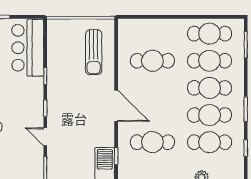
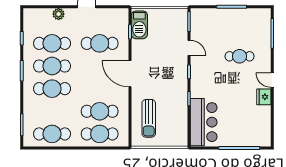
sun lounger: (94, 52) -> (149, 118), turned 180
cafe table: (210, 61) -> (100, 134), moved

